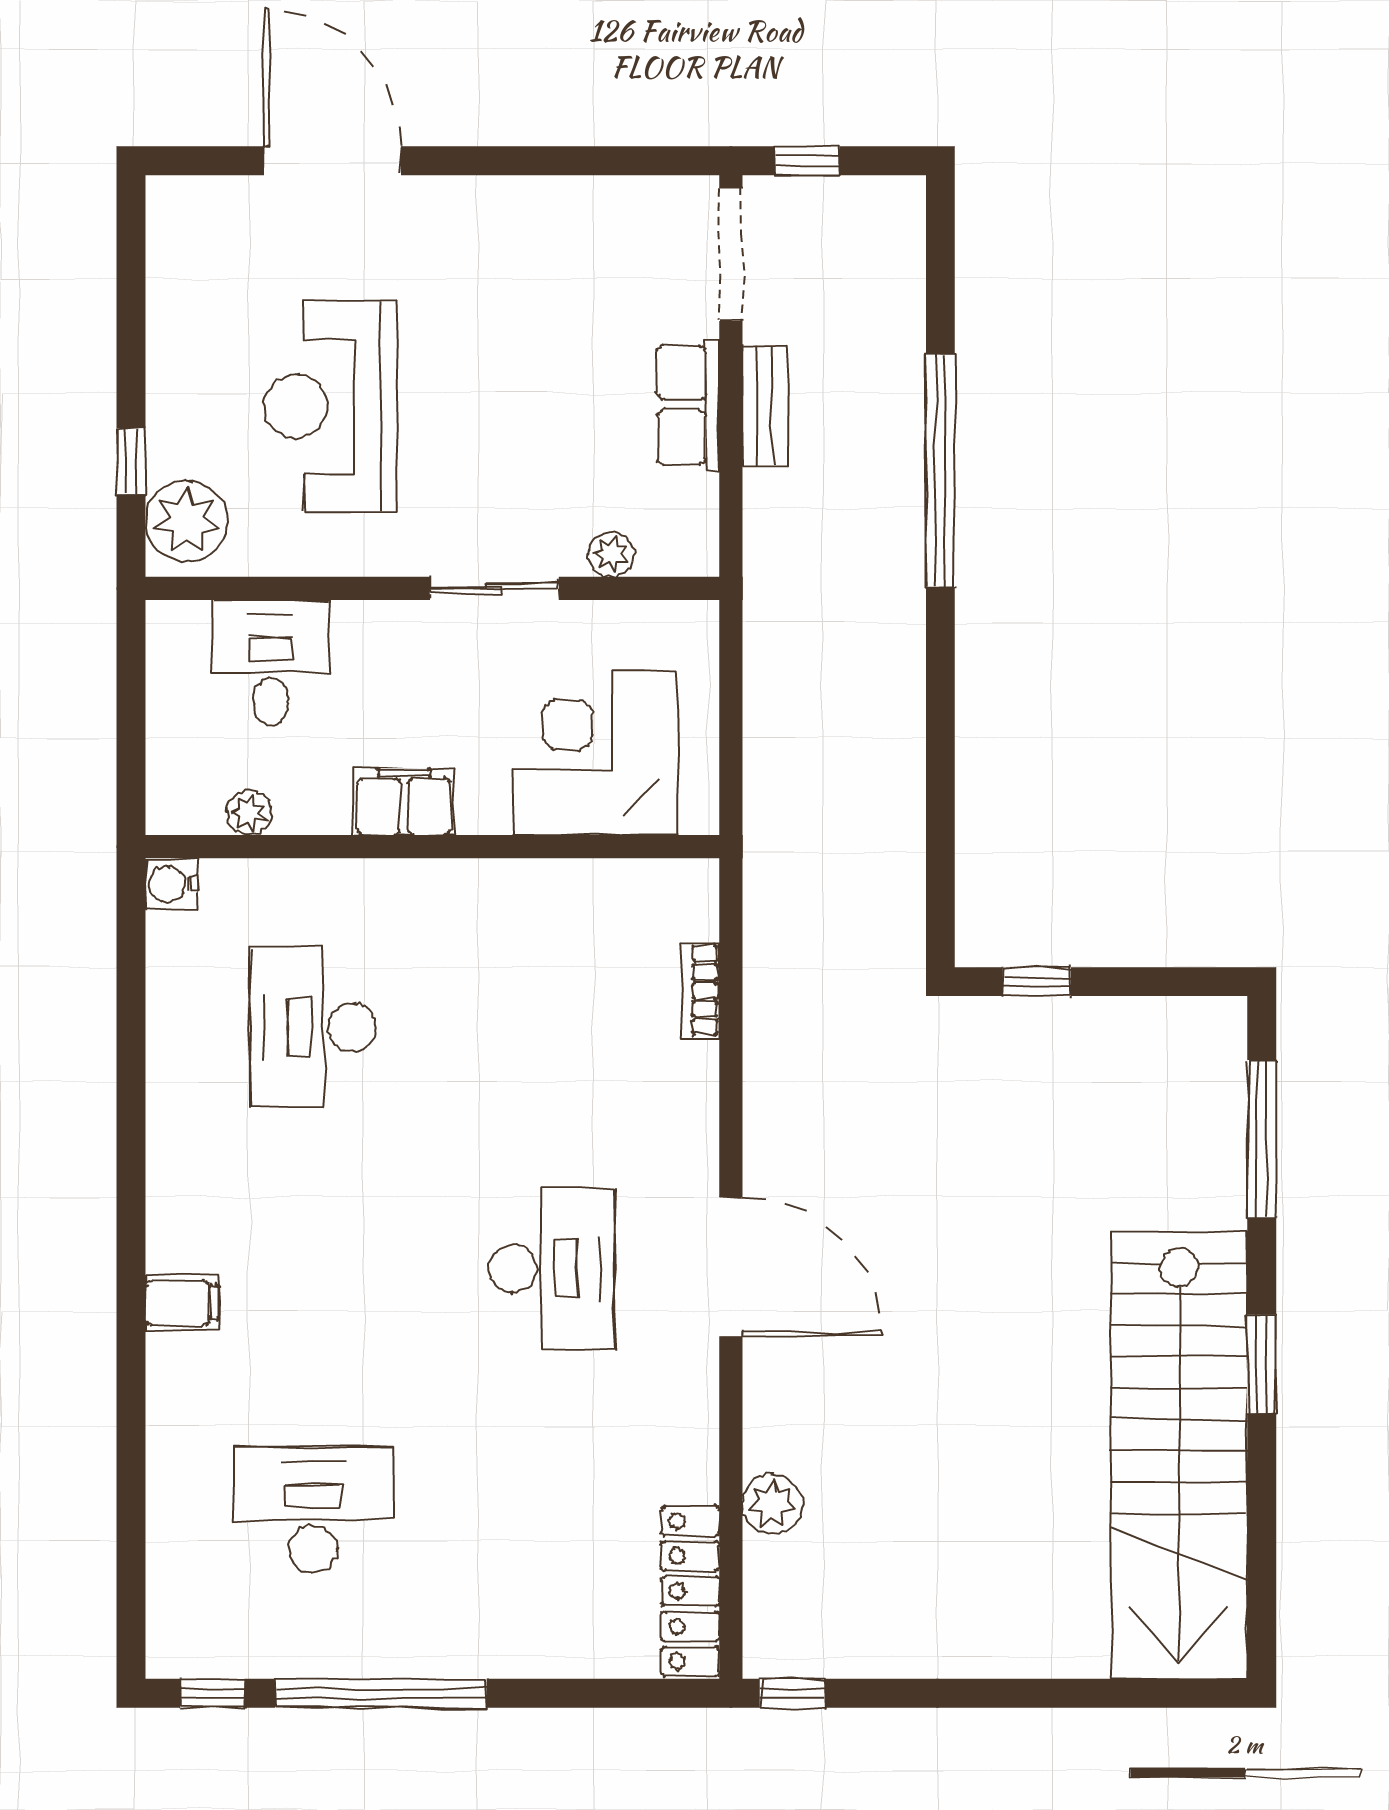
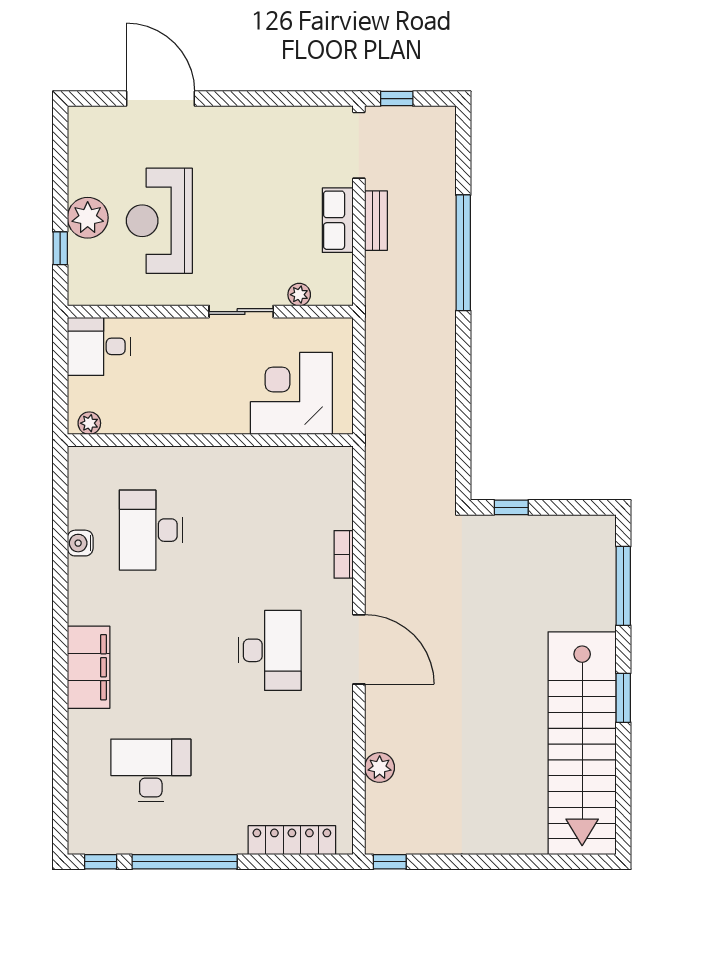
plant: (186, 521) -> (88, 218), moved
desk: (271, 663) -> (99, 346), moved, turned -90
filing cabinet: (404, 802) -> (196, 418), removed
plant: (249, 813) -> (89, 423), moved
water cooler: (171, 884) -> (80, 543), moved
bookcase: (700, 990) -> (344, 554), moved
filing cabinet: (182, 1303) -> (89, 667), width x3.00, depth x1.17
locker: (690, 1591) -> (292, 840), moved, turned 90

